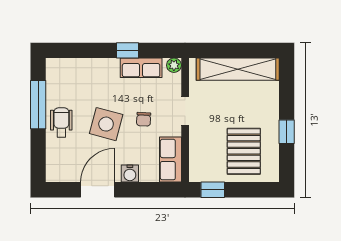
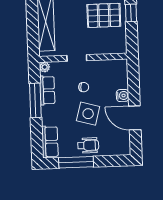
window: (127, 50) -> (35, 100), width x2.17
wheelchair: (61, 122) -> (88, 145), turned 180
row of seats: (170, 160) -> (50, 142), moved, turned -90
window: (213, 190) -> (131, 13), moved

